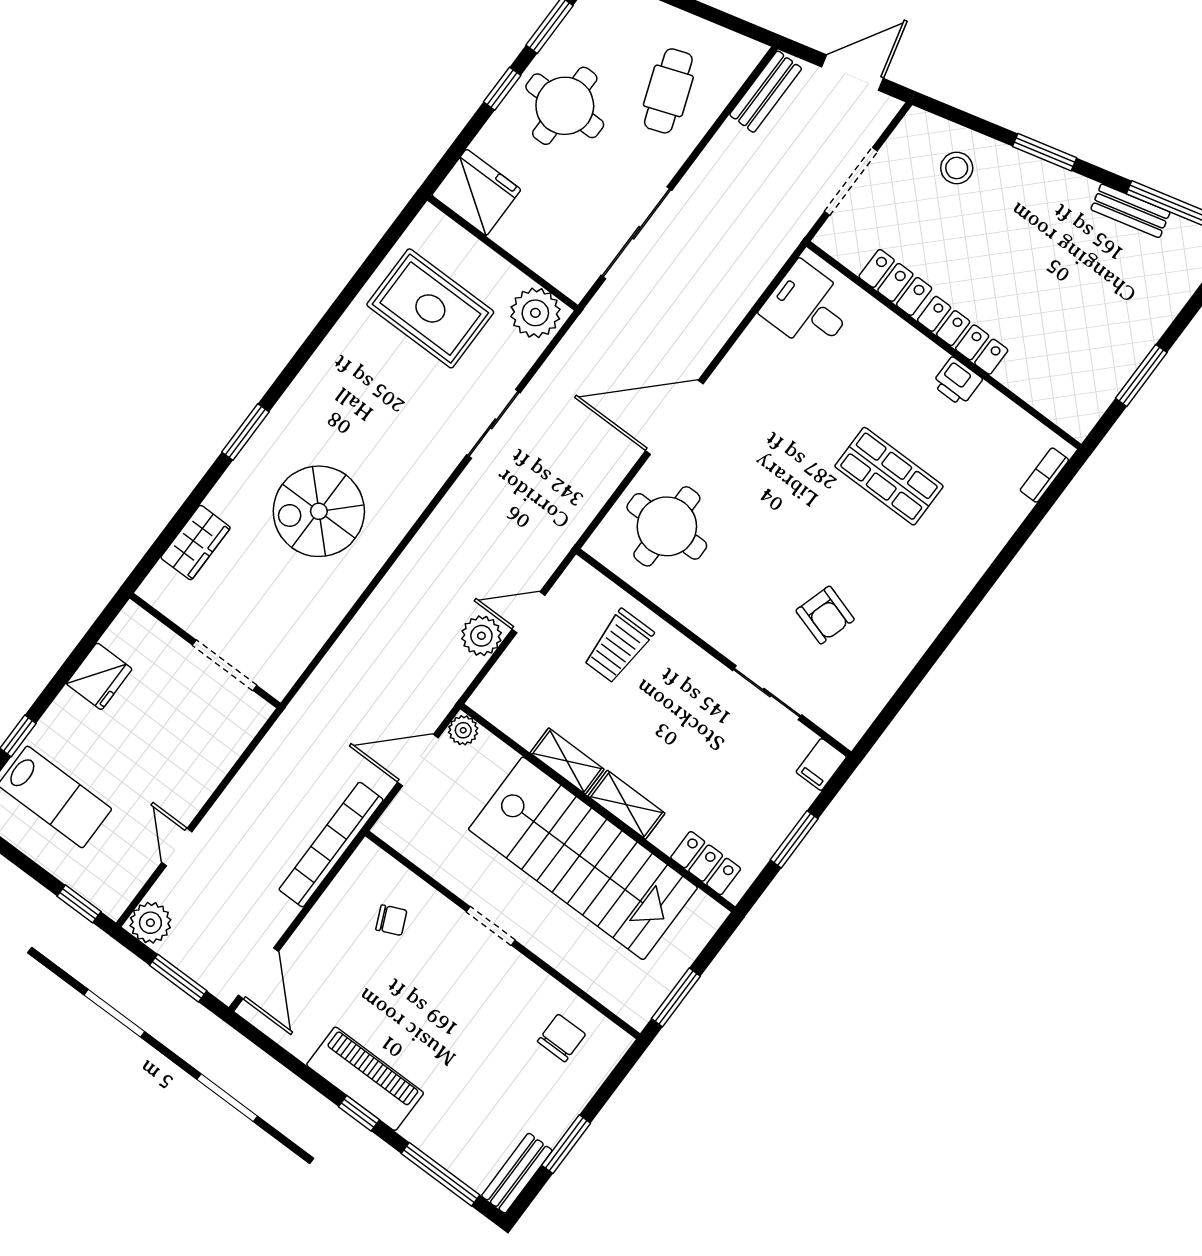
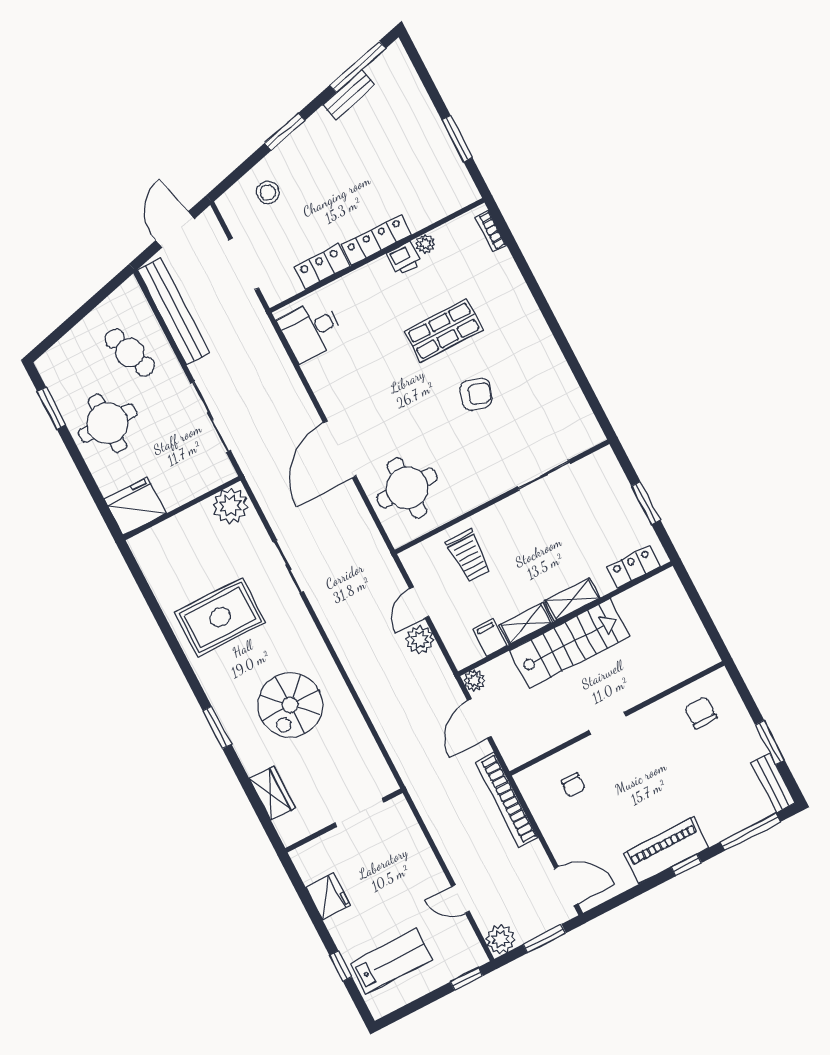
window: (502, 89) -> (77, 458), removed
bench: (766, 92) -> (174, 312), width x1.86, depth x1.21
rug: (430, 308) -> (220, 617), moved
plant: (988, 399) -> (425, 244), added
armchair: (825, 615) -> (476, 394), moved
filing cabinet: (821, 764) -> (490, 638), moved, turned 180
stairs: (583, 858) -> (569, 643), width x0.73, depth x0.66
chair: (391, 920) -> (573, 785), turned 114
window: (676, 997) -> (710, 627), removed

